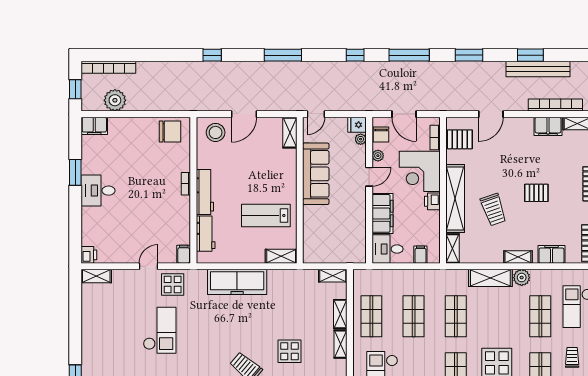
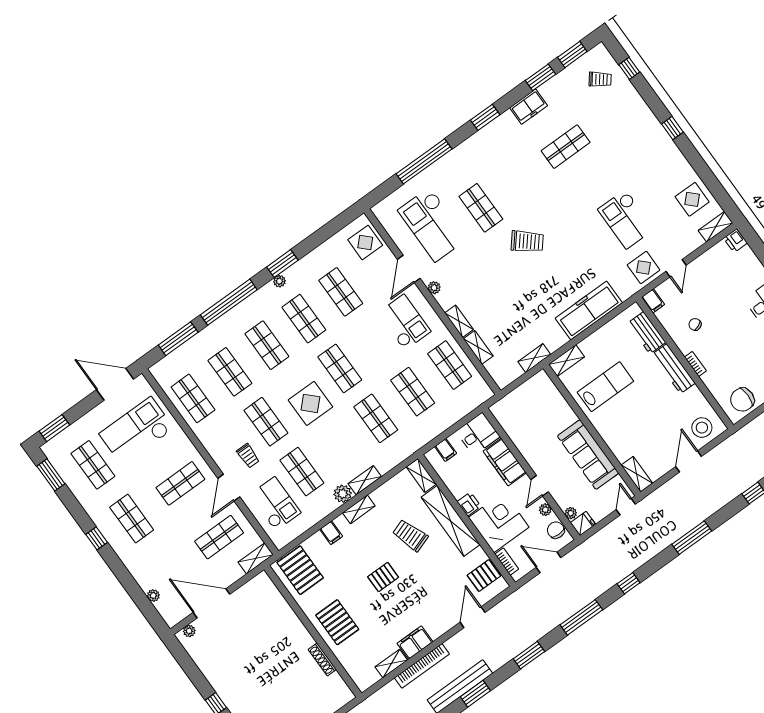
chair: (165, 214) -> (695, 324), added
filing cabinet: (551, 254) -> (331, 533), width x0.50
shelving: (333, 276) -> (534, 358), moved
shelving: (490, 278) -> (365, 480), width x0.67, depth x0.75
display table: (290, 351) -> (692, 199), moved

